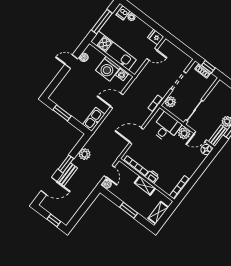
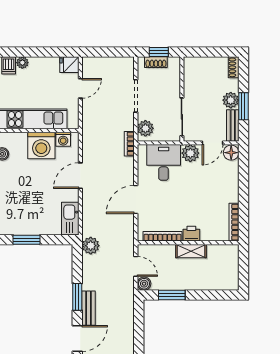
plant: (85, 154) -> (91, 246), moved
window: (129, 210) -> (172, 295), moved
shelving: (158, 213) -> (232, 271), removed

